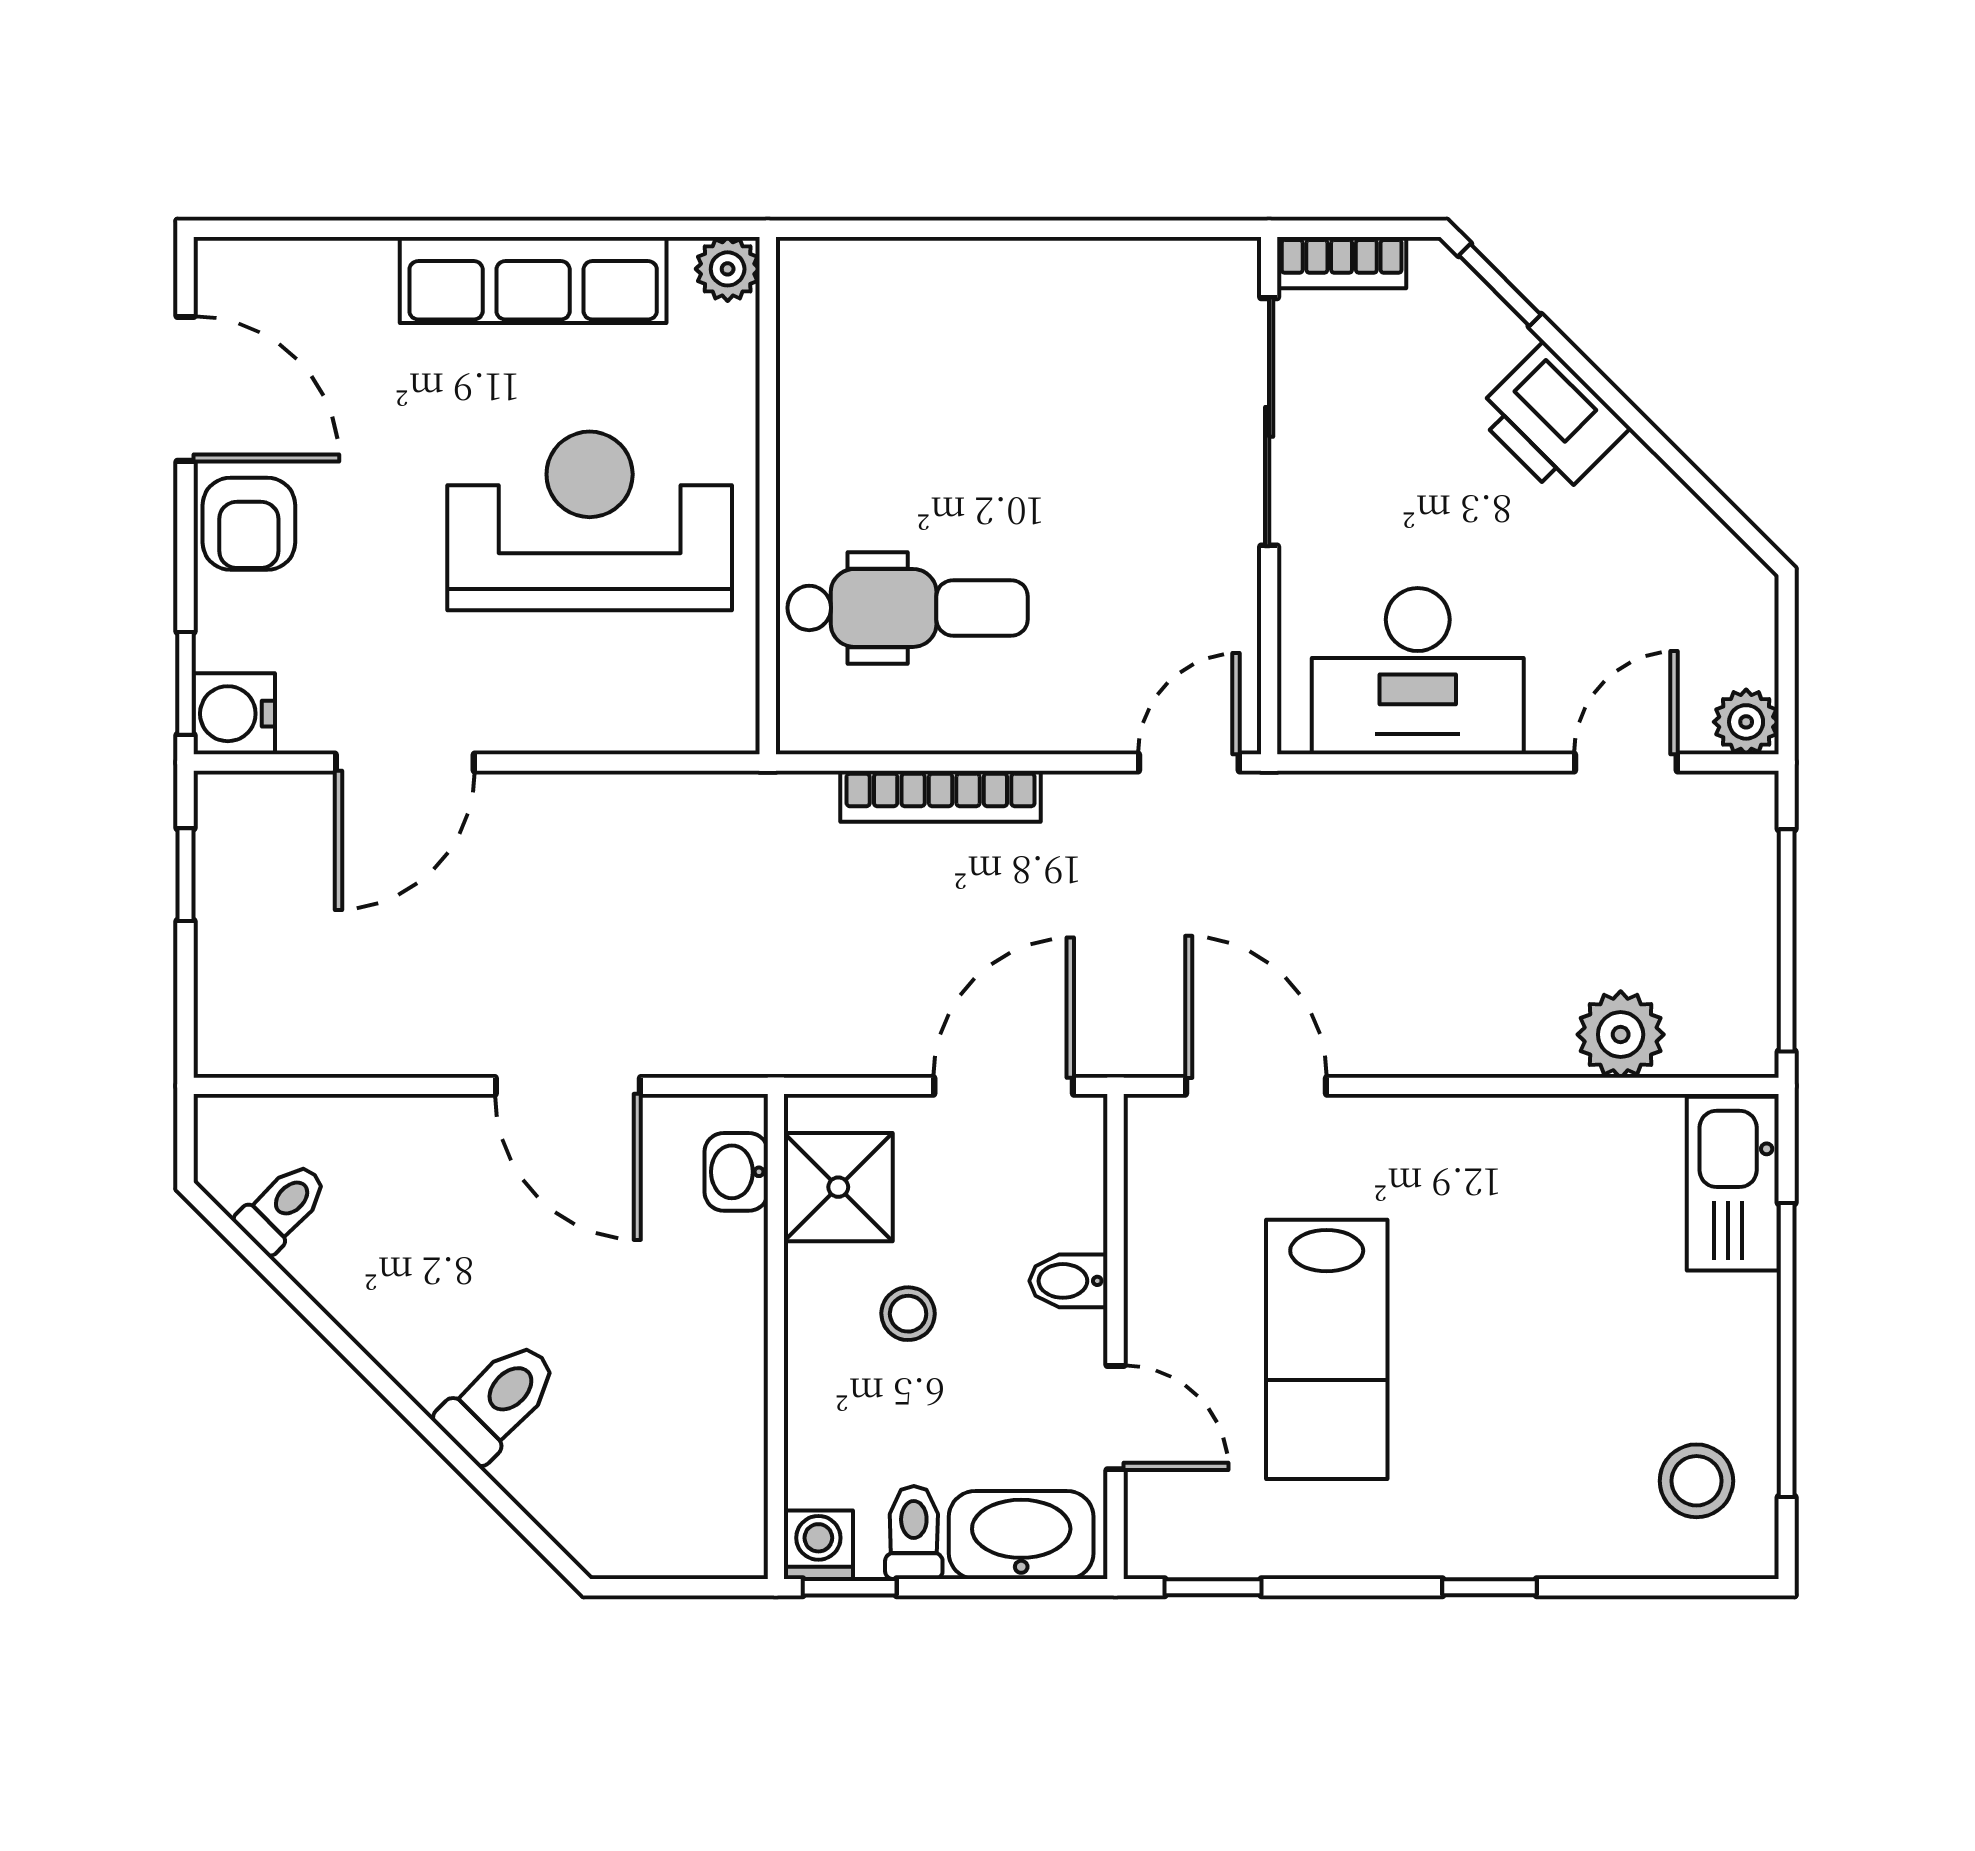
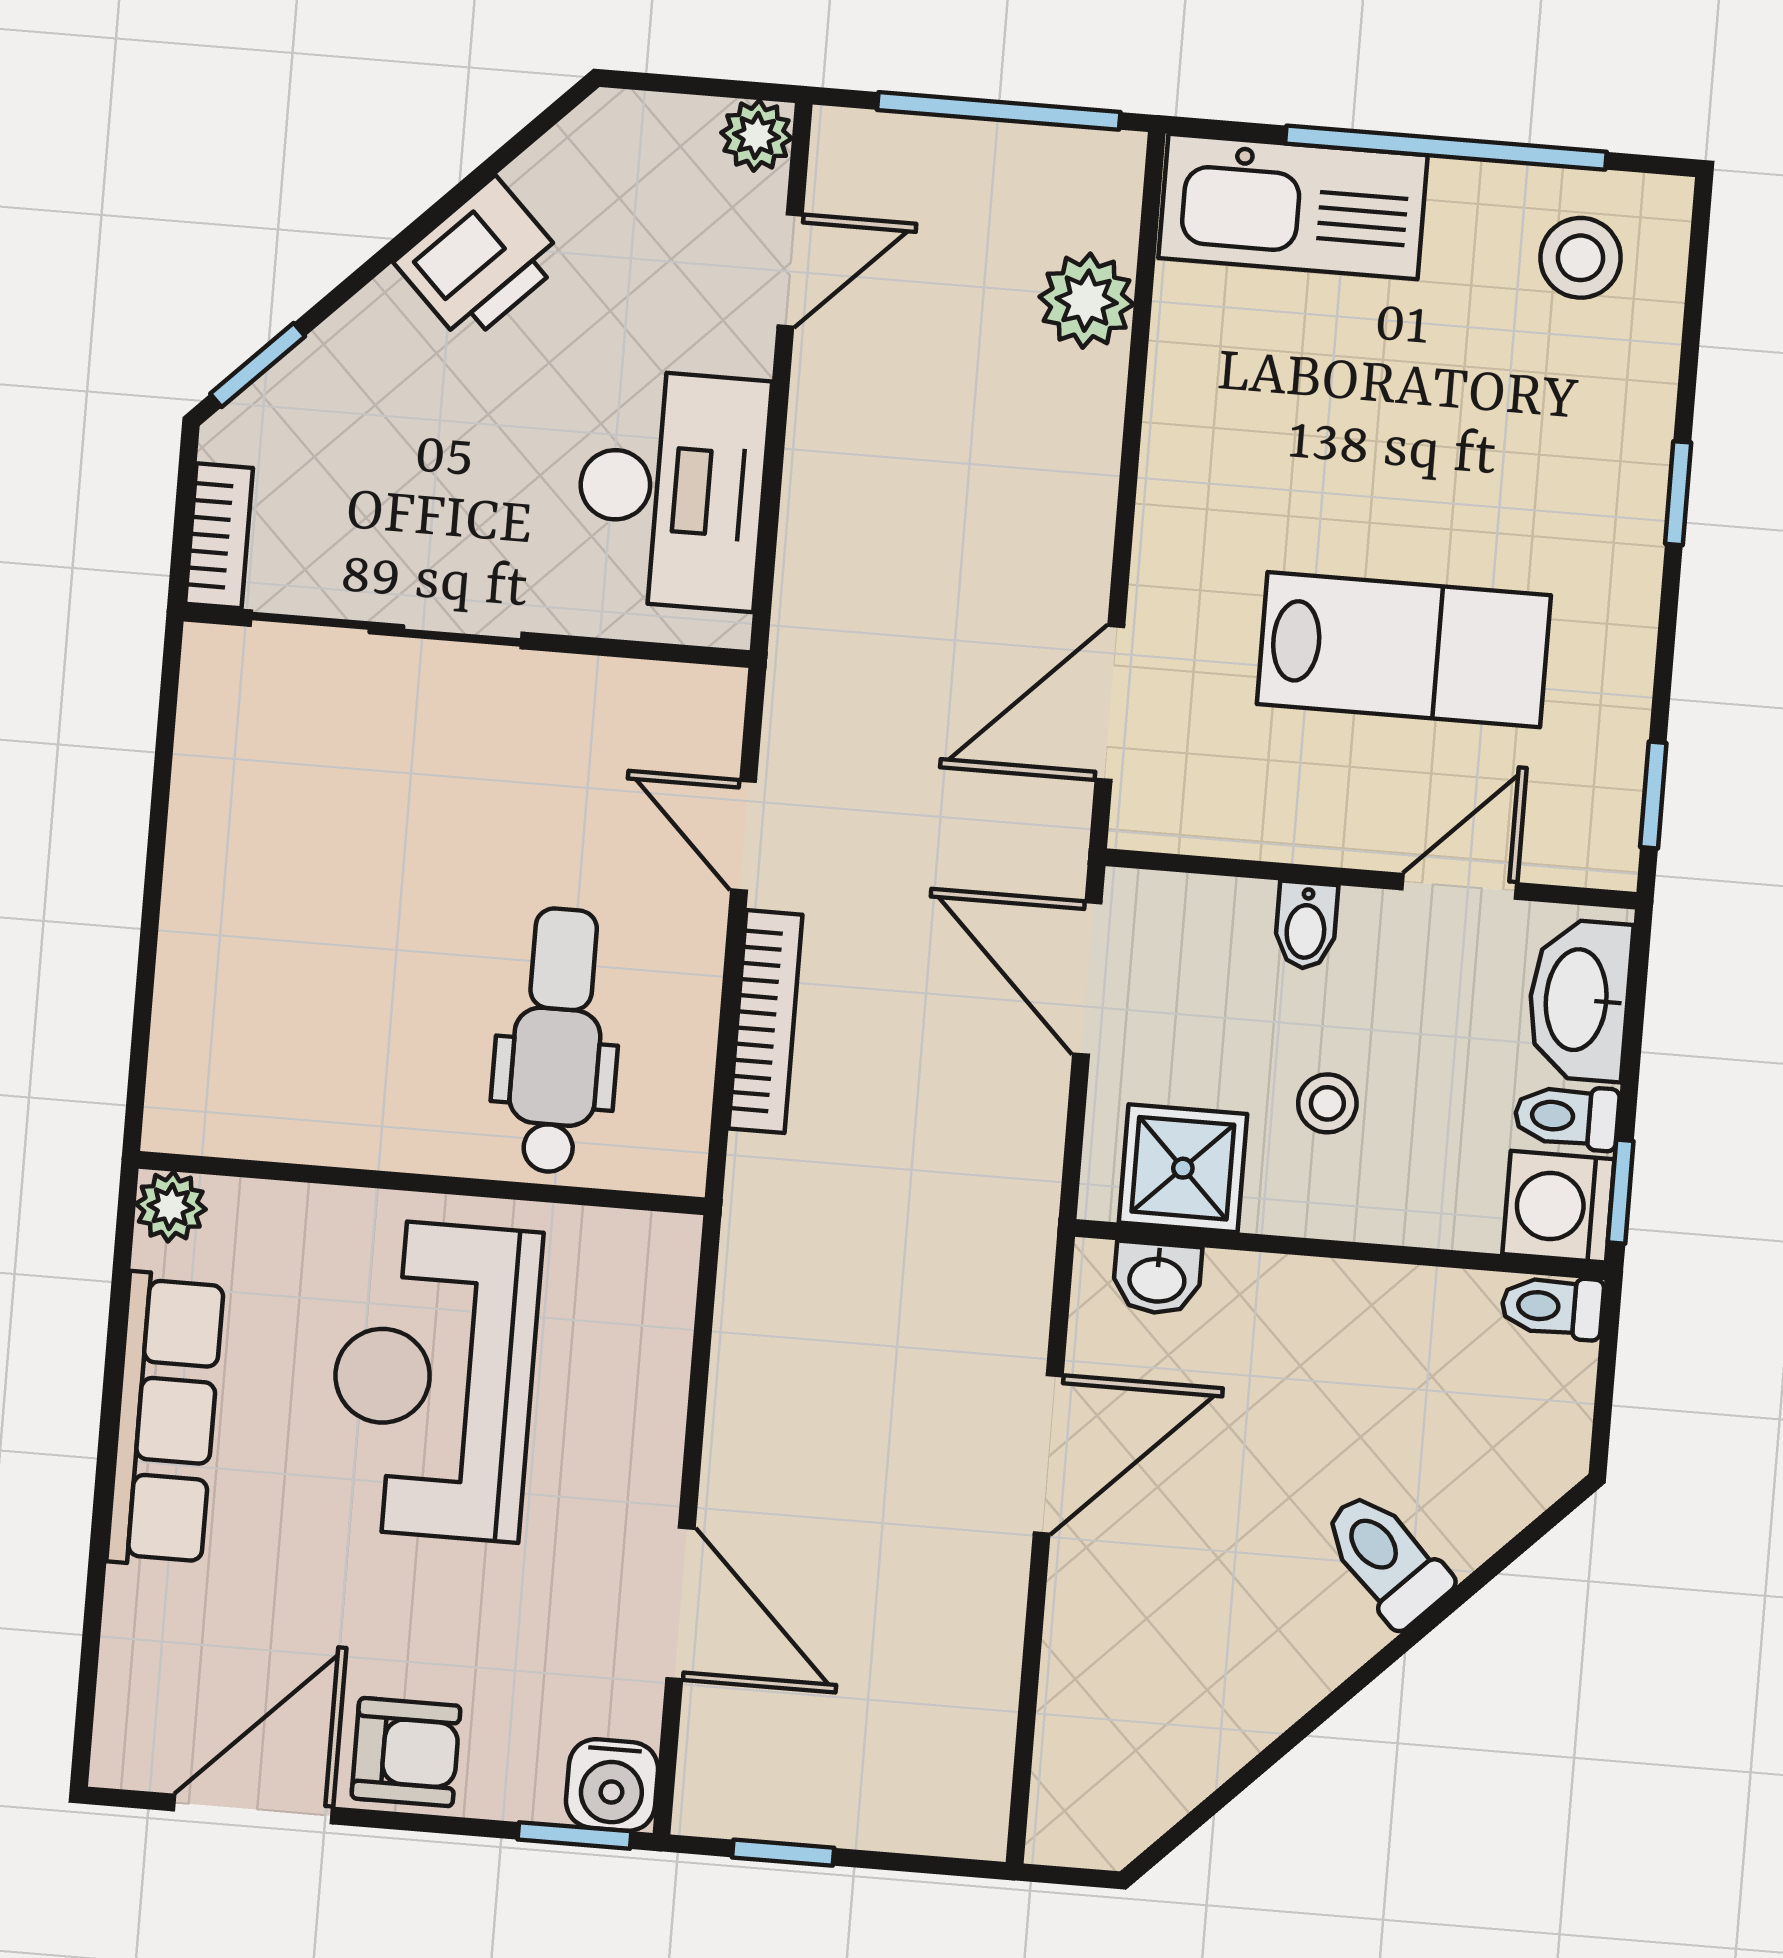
printer: (1552, 420) -> (480, 261), moved
door: (1189, 762) -> (744, 836), moved
door: (1626, 762) -> (790, 270), swing flipped
kitchen sink: (1733, 1184) -> (1293, 207), width x1.36, depth x1.24
toilet: (283, 1207) -> (1552, 1307), moved, turned -45
washing machine: (818, 1545) -> (1558, 1207), width x1.38, depth x1.38

